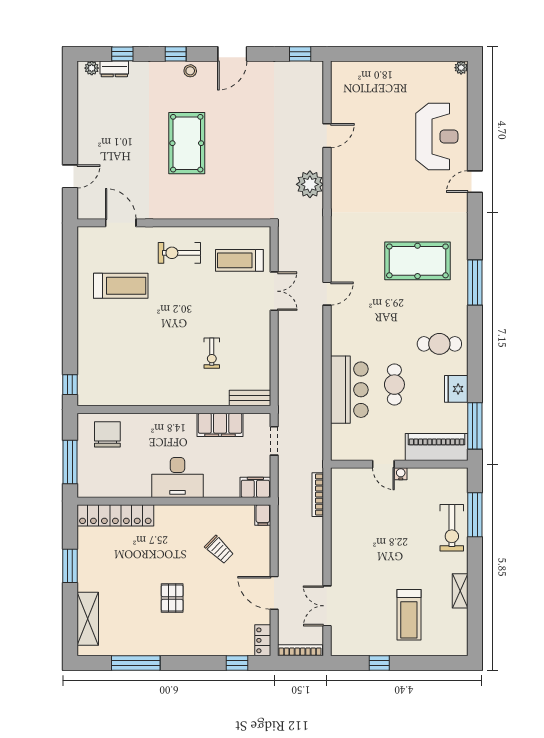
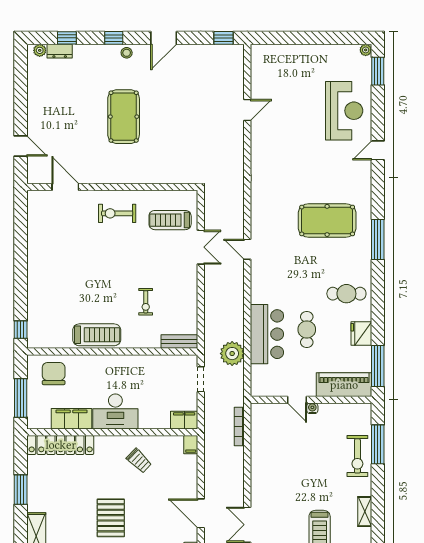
window: (475, 92) -> (378, 71), added
door: (70, 176) -> (21, 146), hinge flipped
plant: (310, 184) -> (232, 354), moved
treadmill: (121, 286) -> (97, 335), moved
door: (327, 294) -> (247, 249), swing flipped
filing cabinet: (220, 425) -> (71, 419), moved, turned 180
trolley: (219, 550) -> (139, 461), moved
pallet: (172, 598) -> (111, 518), width x1.50, depth x1.42

